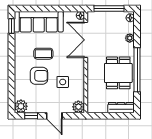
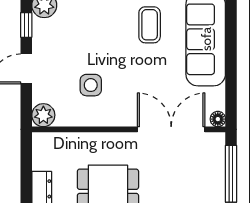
coffee table: (43, 54) -> (150, 25), moved
armchair: (39, 76) -> (103, 40), removed

